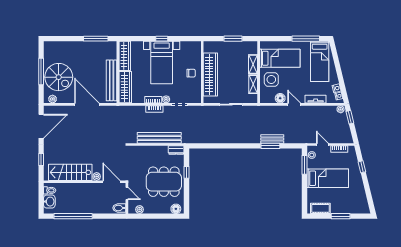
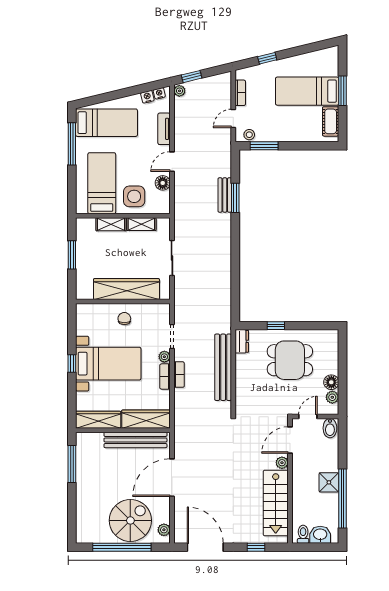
window: (41, 71) -> (122, 547), width x1.46
bed: (328, 178) -> (307, 91), moved, turned -90
dining table: (164, 182) -> (290, 360), width x0.73
shower: (84, 207) -> (329, 482), added
floor lamp: (176, 209) -> (331, 382), moved

